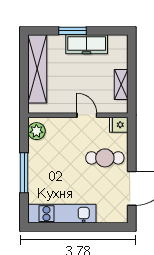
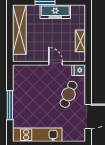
plant: (36, 131) -> (19, 75), removed
cafe table: (105, 158) -> (69, 94), turned -67

